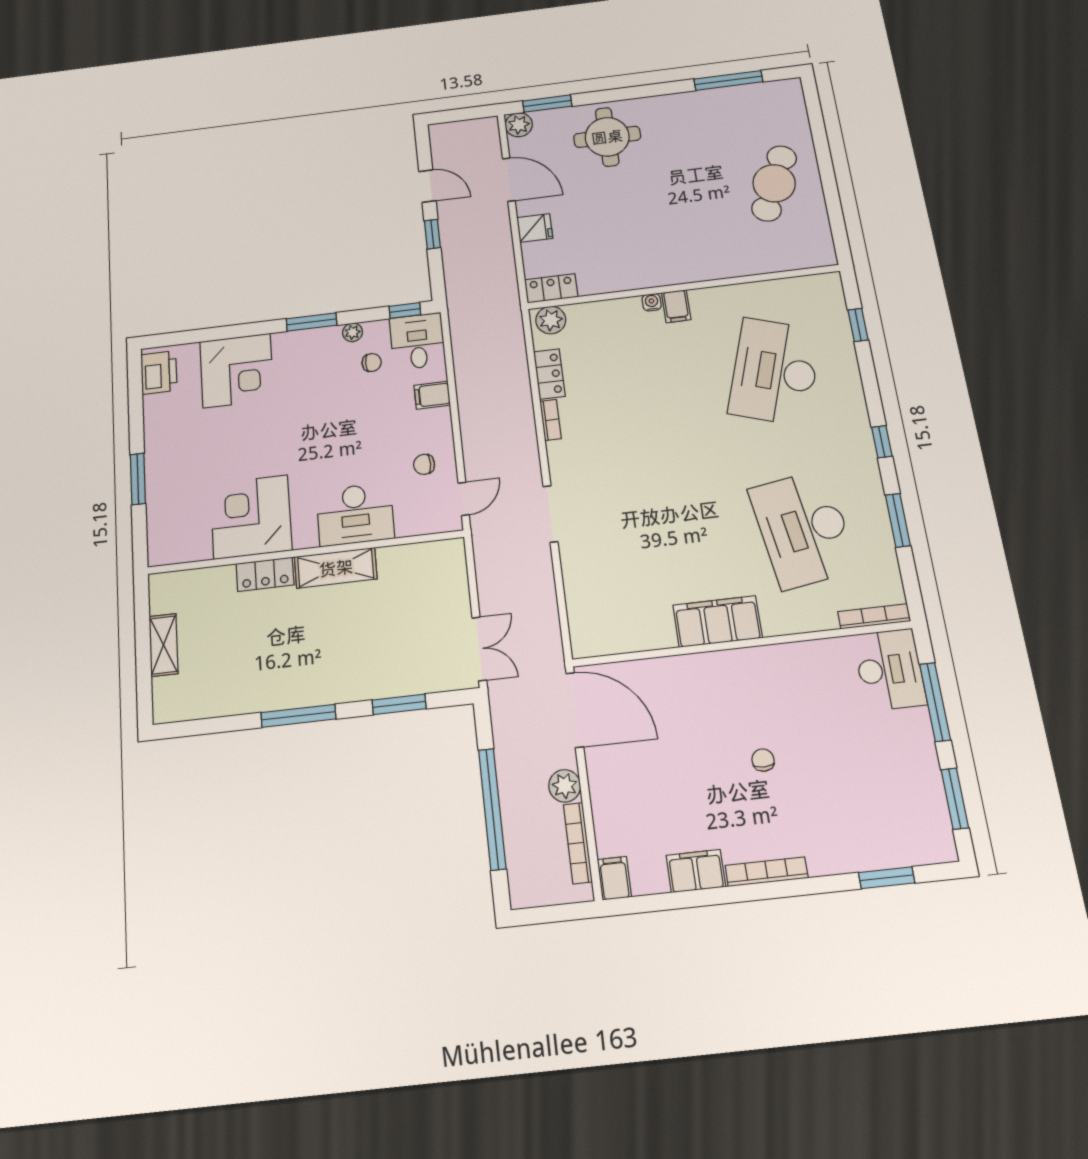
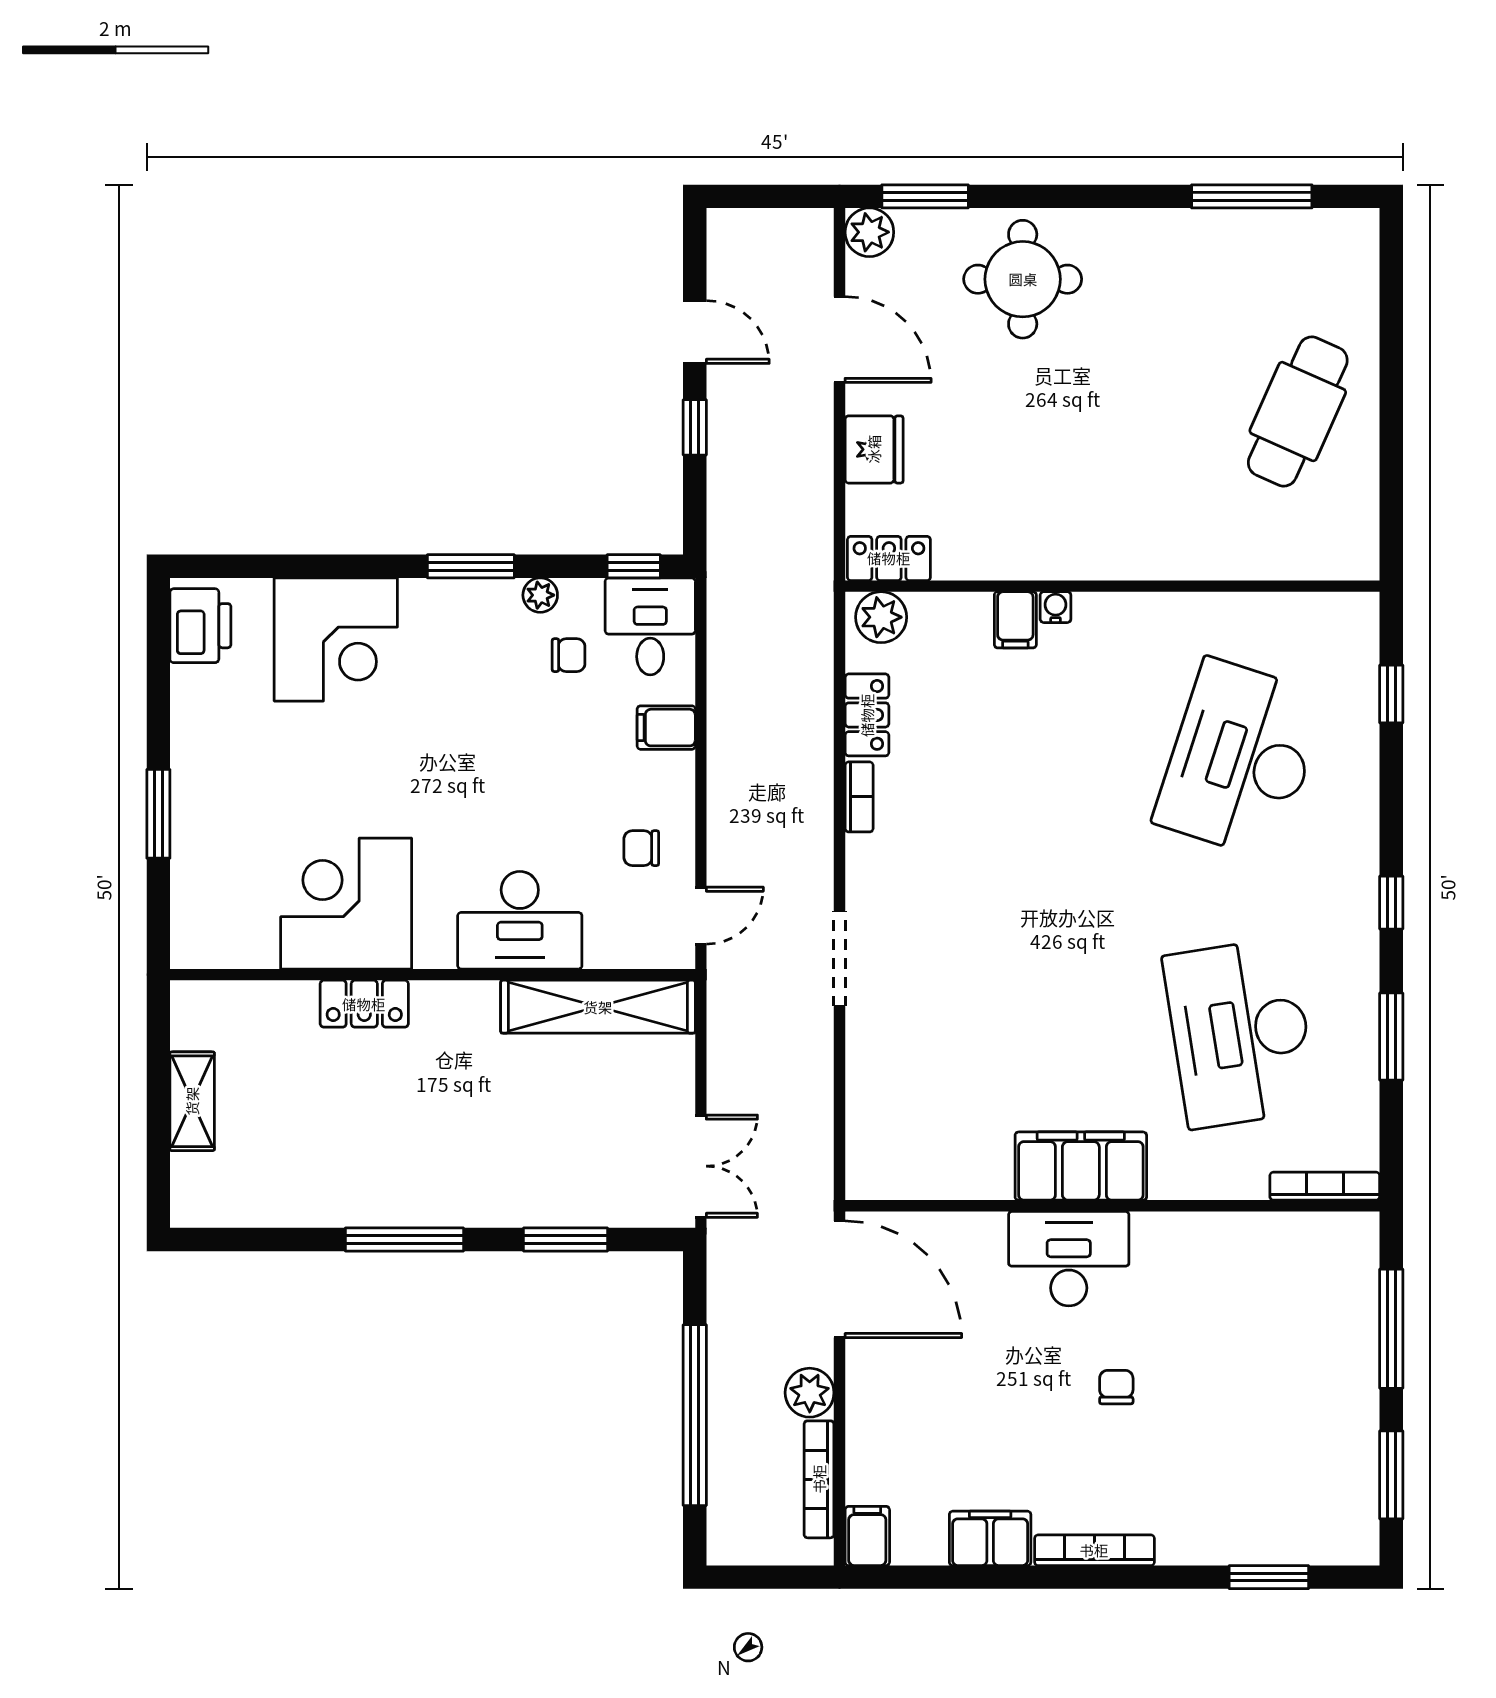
fridge: (535, 228) -> (874, 449), width x1.38
filing cabinet: (676, 306) -> (1015, 620), moved
shelving: (336, 568) -> (598, 1007), moved, width x1.47
desk: (889, 670) -> (1069, 1259), moved, turned -90

